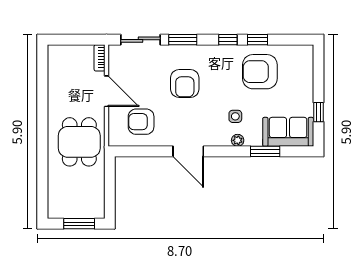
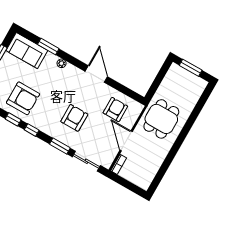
side table: (235, 116) -> (54, 79), removed
armchair: (141, 122) -> (115, 110), turned -90

